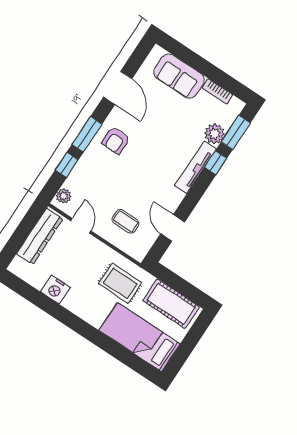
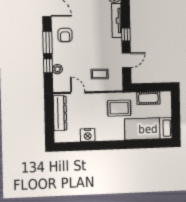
window: (216, 163) -> (126, 35), moved
plant: (64, 196) -> (57, 69), moved
door: (173, 228) -> (126, 60), swing flipped
cot: (171, 304) -> (148, 98), width x0.73, depth x0.75

